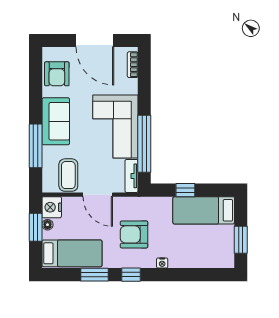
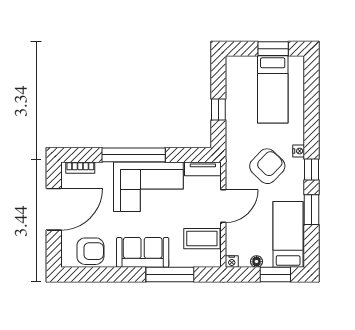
window: (144, 144) -> (134, 155), moved
nightstand: (52, 207) -> (232, 262), width x0.53, depth x0.56
bed: (204, 210) -> (273, 89), moved
window: (36, 227) -> (275, 275), moved
armchair: (134, 234) -> (267, 166), turned -136
nightstand: (162, 263) -> (299, 151), moved

